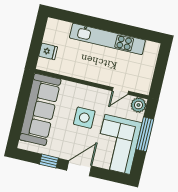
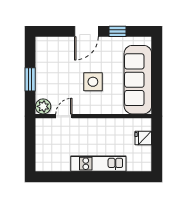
kitchen unit: (107, 39) -> (98, 164), width x0.73
window: (145, 134) -> (30, 79), width x0.69
corner sofa: (118, 144) -> (54, 63), removed

